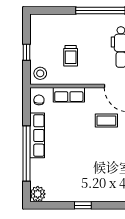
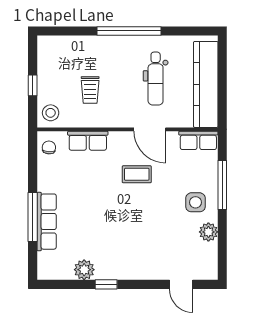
row of seats: (37, 135) -> (47, 222), moved
window: (26, 153) -> (33, 217), width x0.68
plant: (38, 194) -> (84, 270), moved

